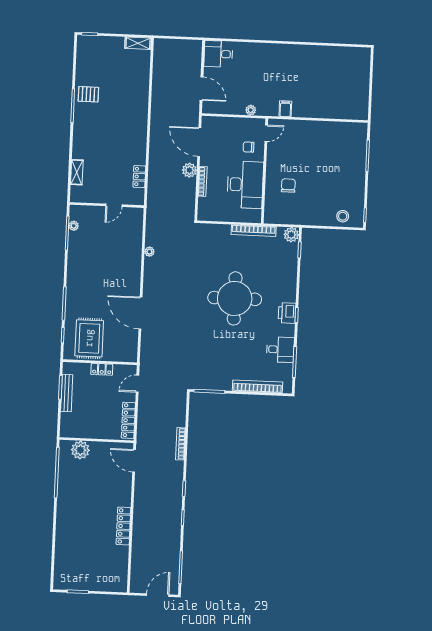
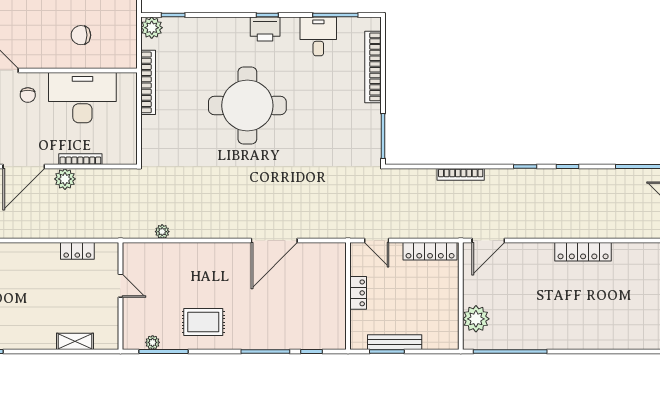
plant: (149, 252) -> (162, 232), moved
rug: (89, 338) -> (203, 322), moved, width x0.73, depth x0.70

